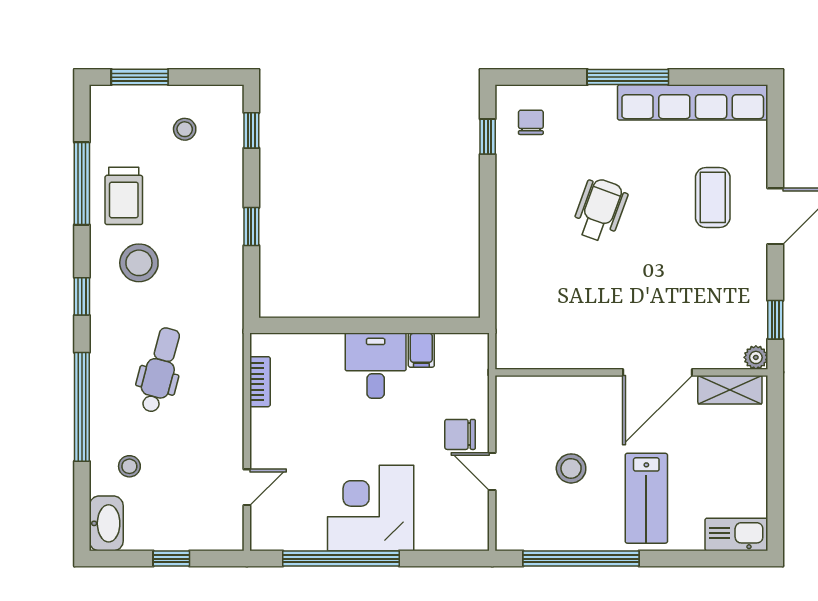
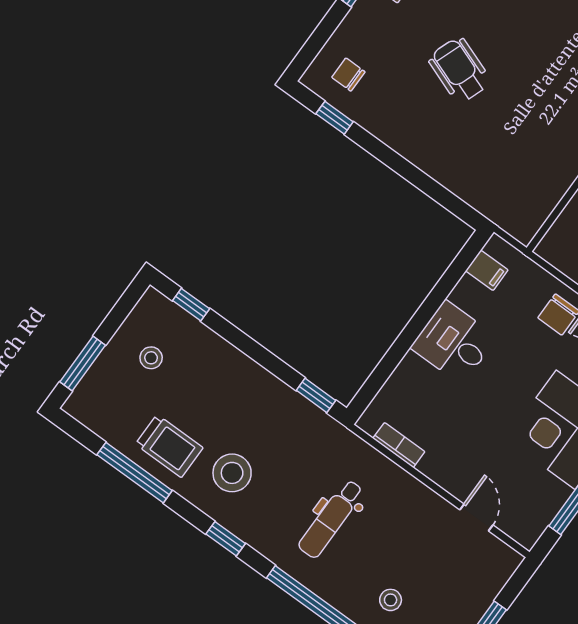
window: (251, 227) -> (316, 395), moved
filing cabinet: (421, 350) -> (487, 270), moved
dental chair: (160, 370) -> (331, 519), turned -105

